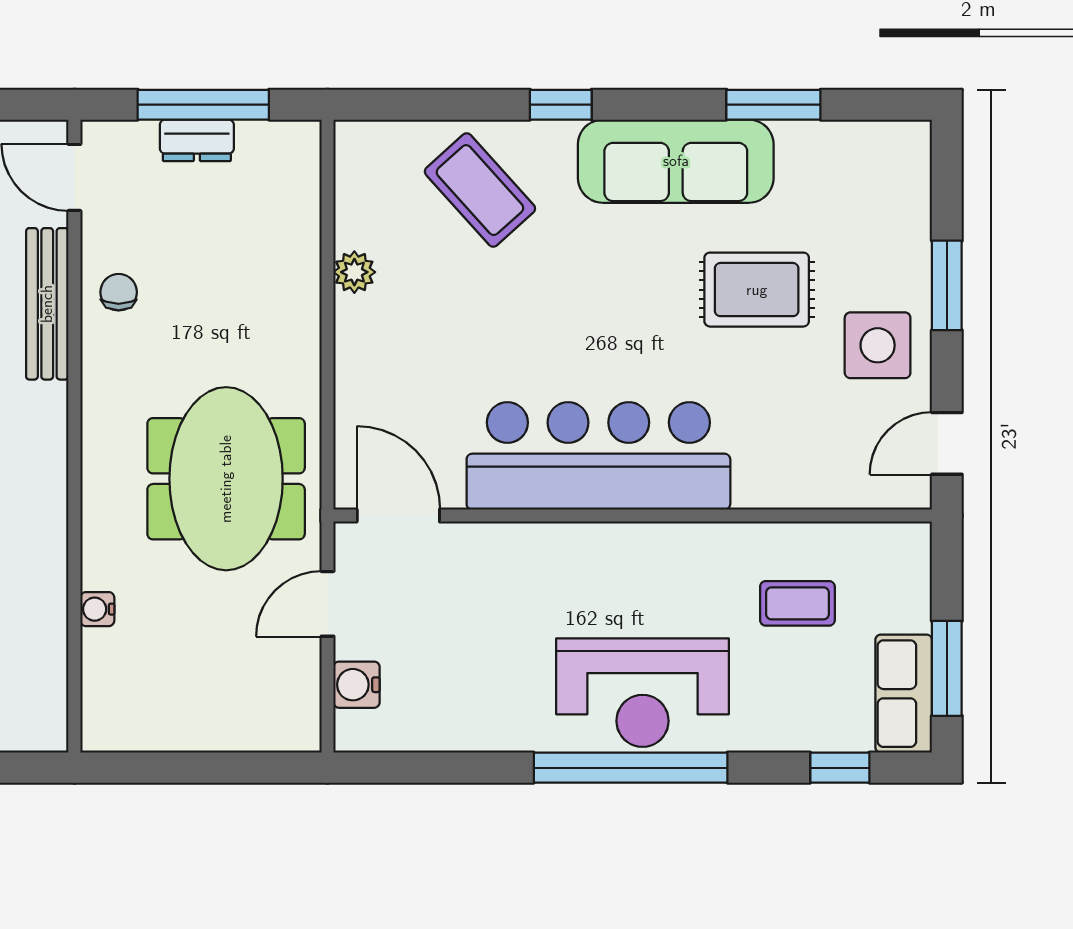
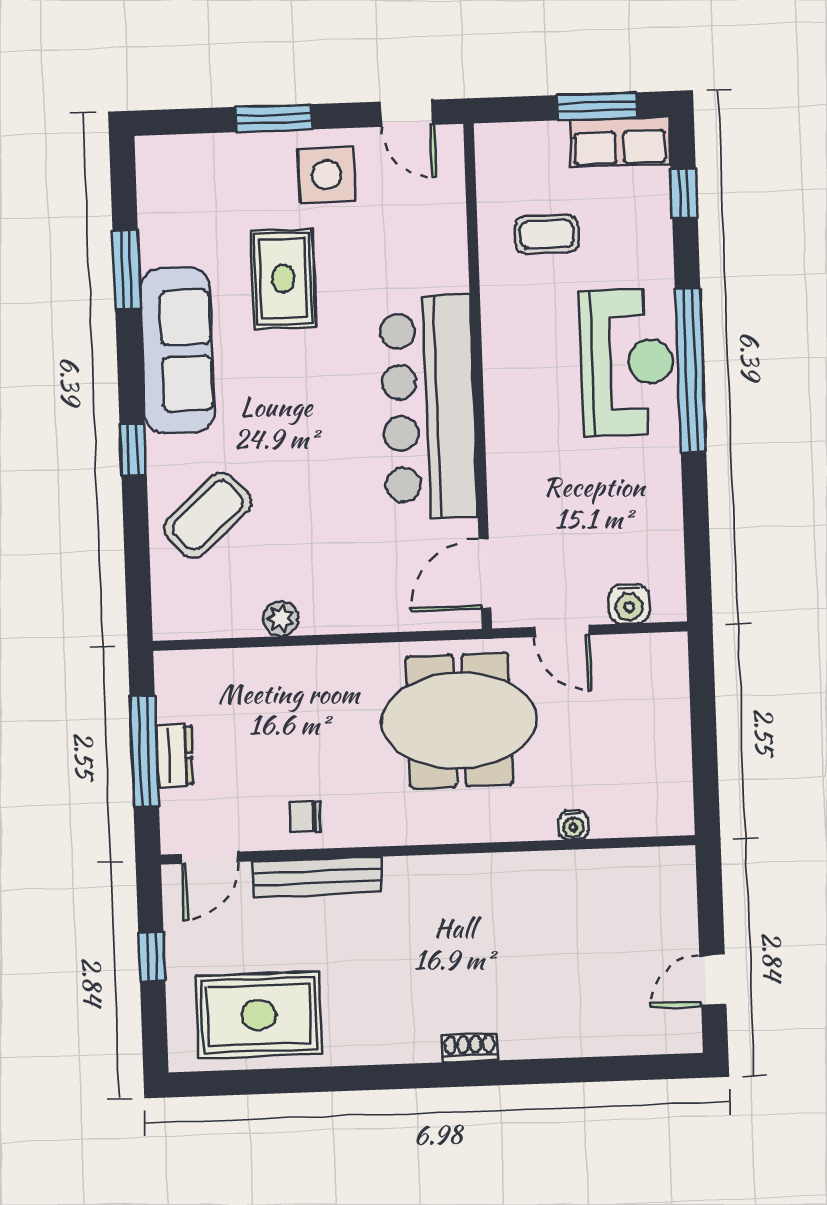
coffee table: (797, 603) -> (547, 234), turned 90

